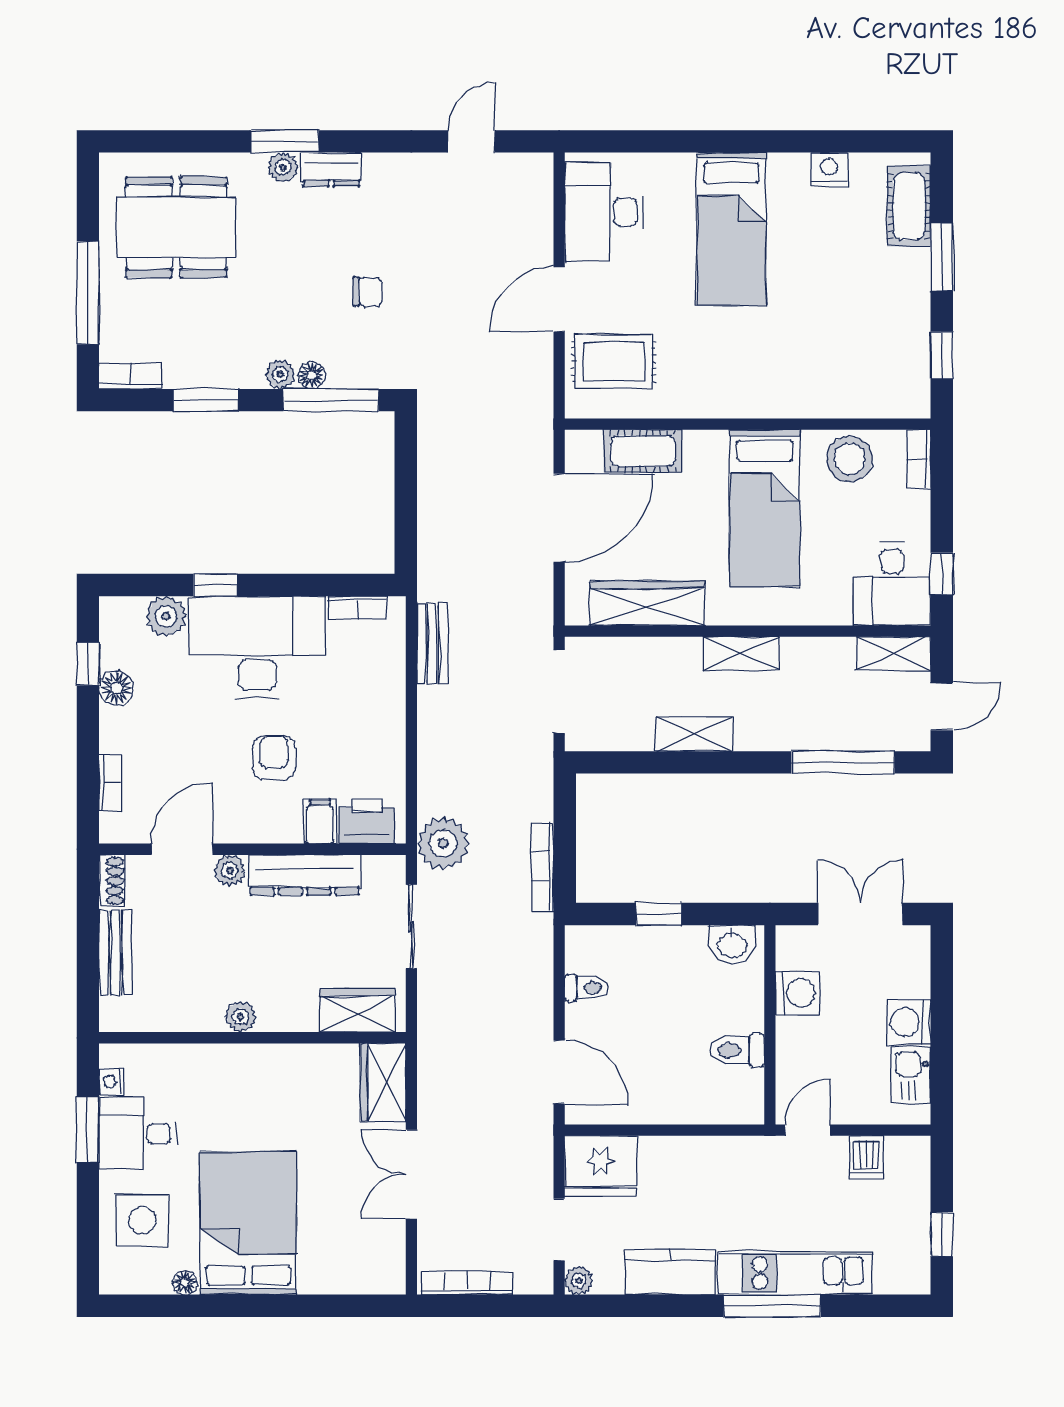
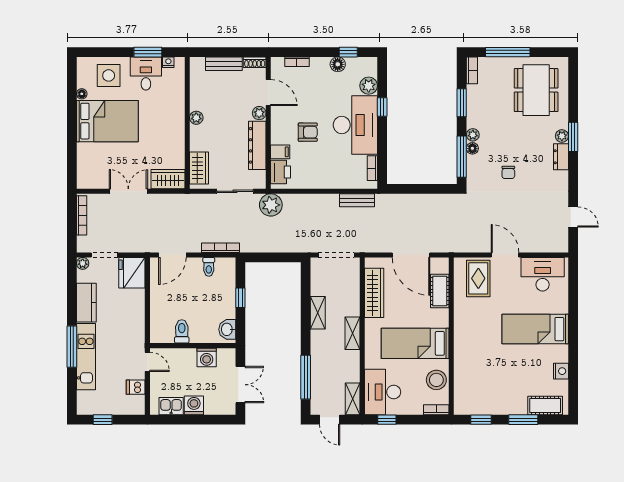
desk: (892, 584) -> (383, 392), width x1.37
bookcase: (542, 867) -> (221, 248), moved

